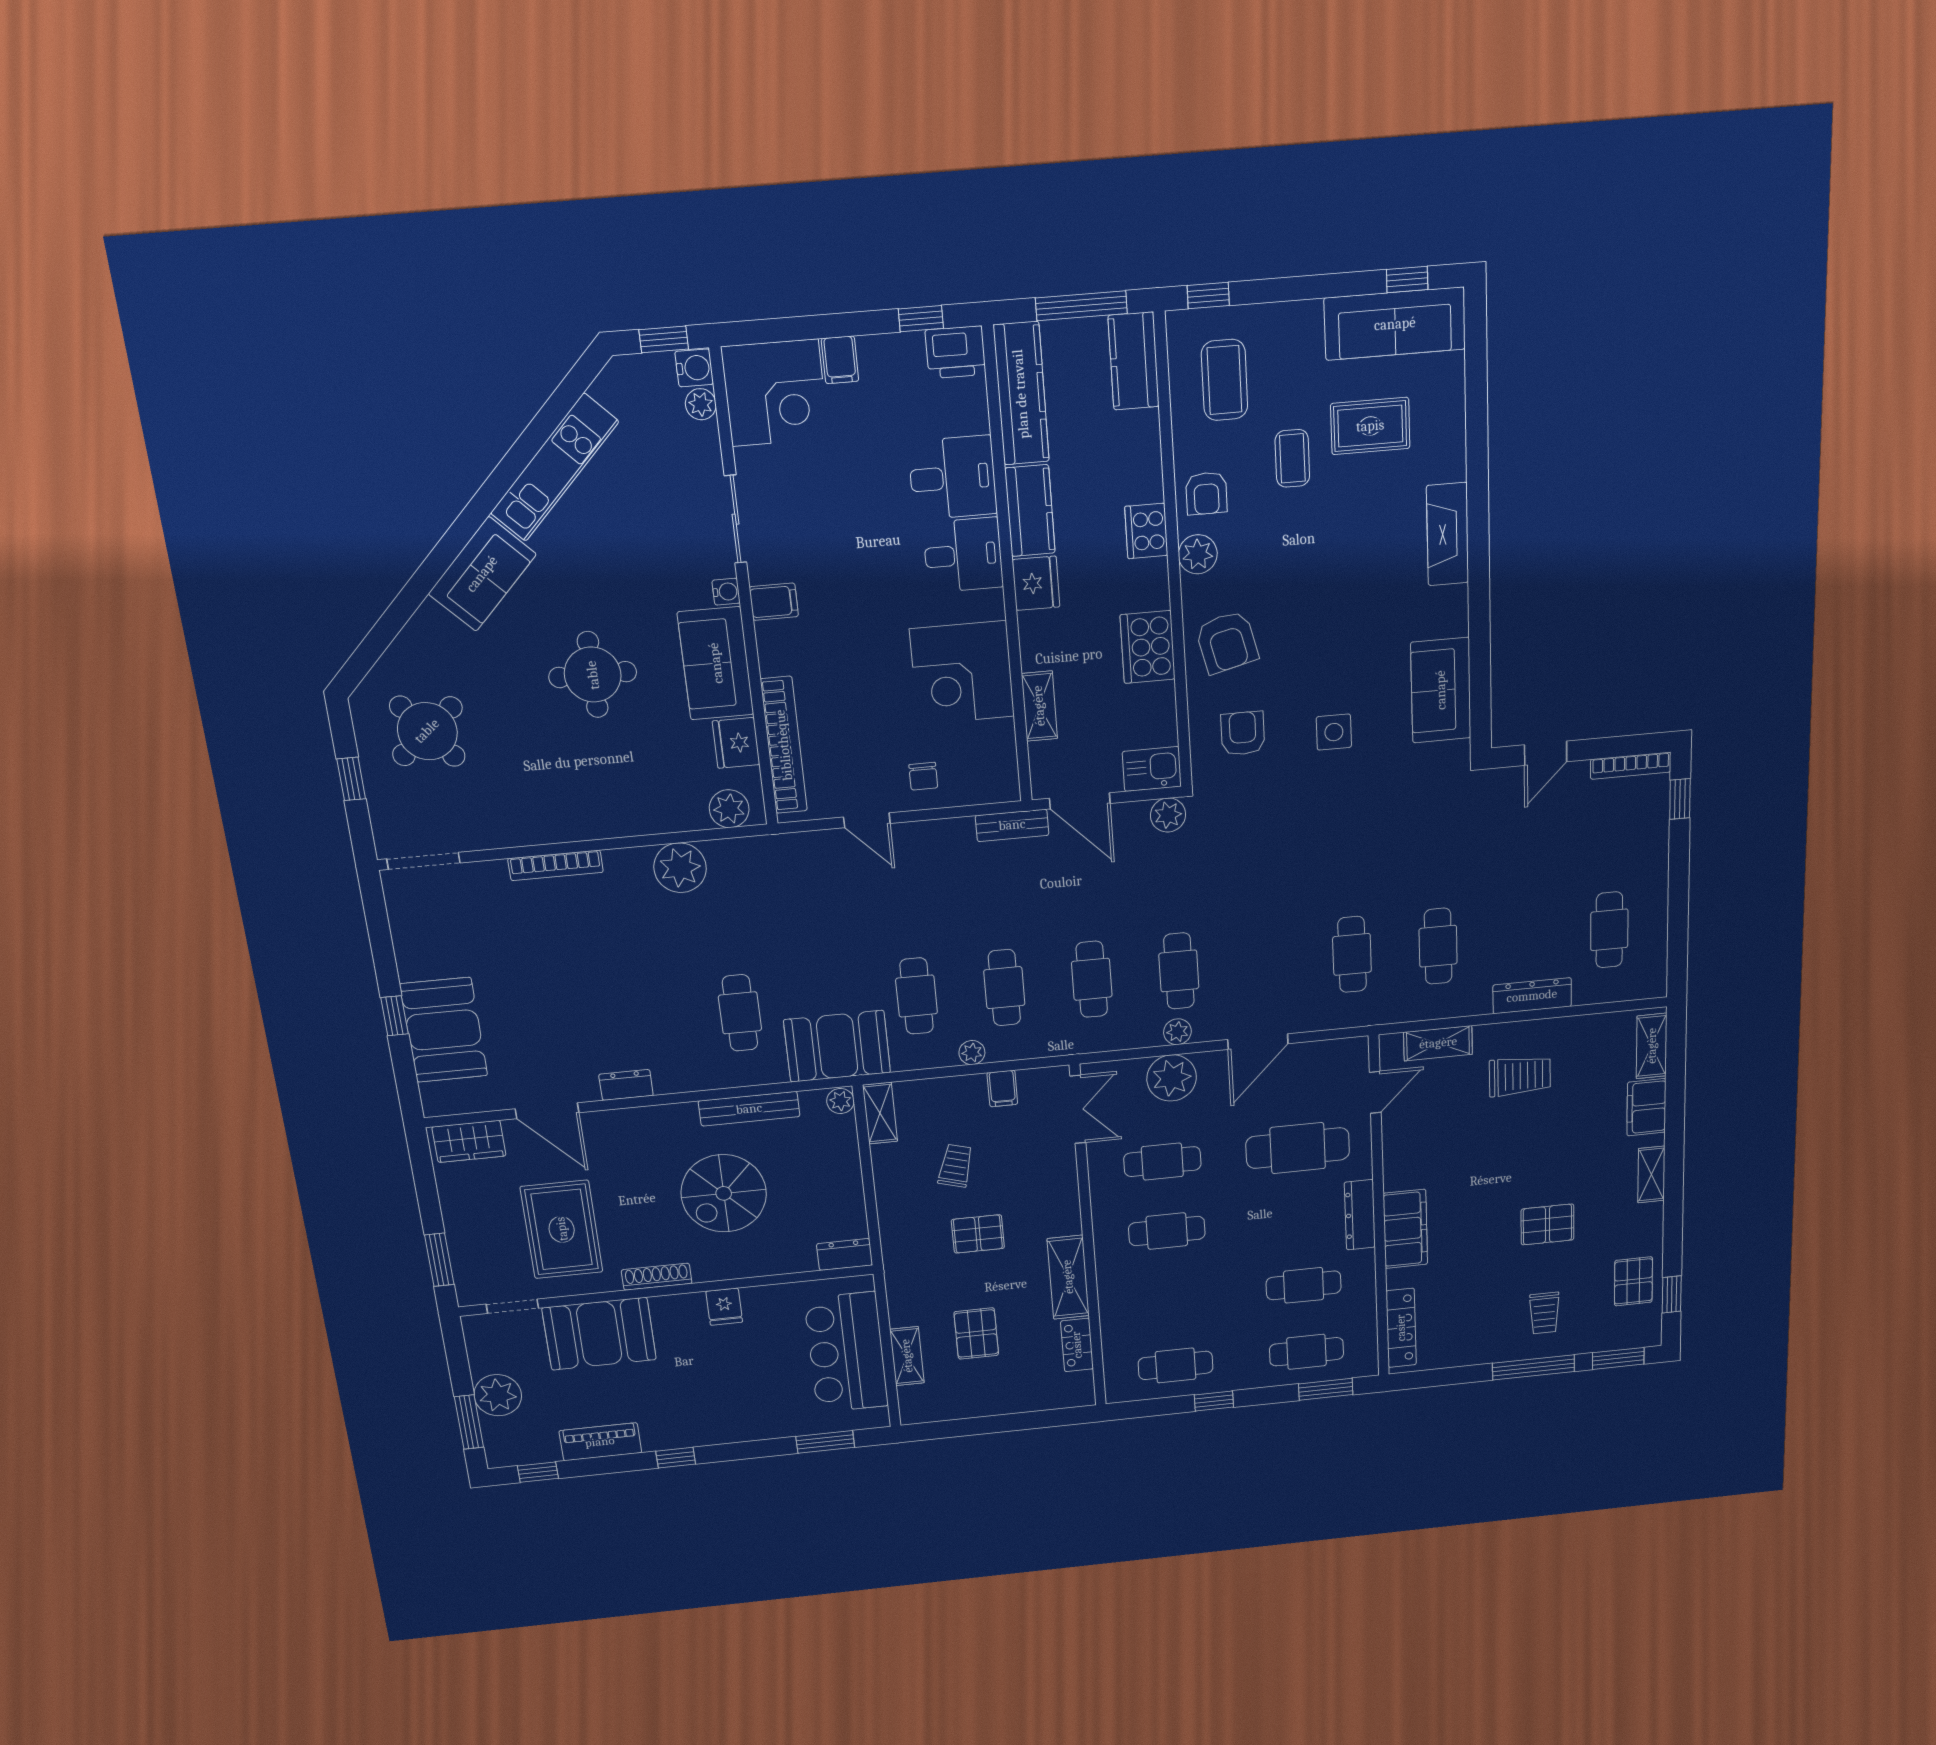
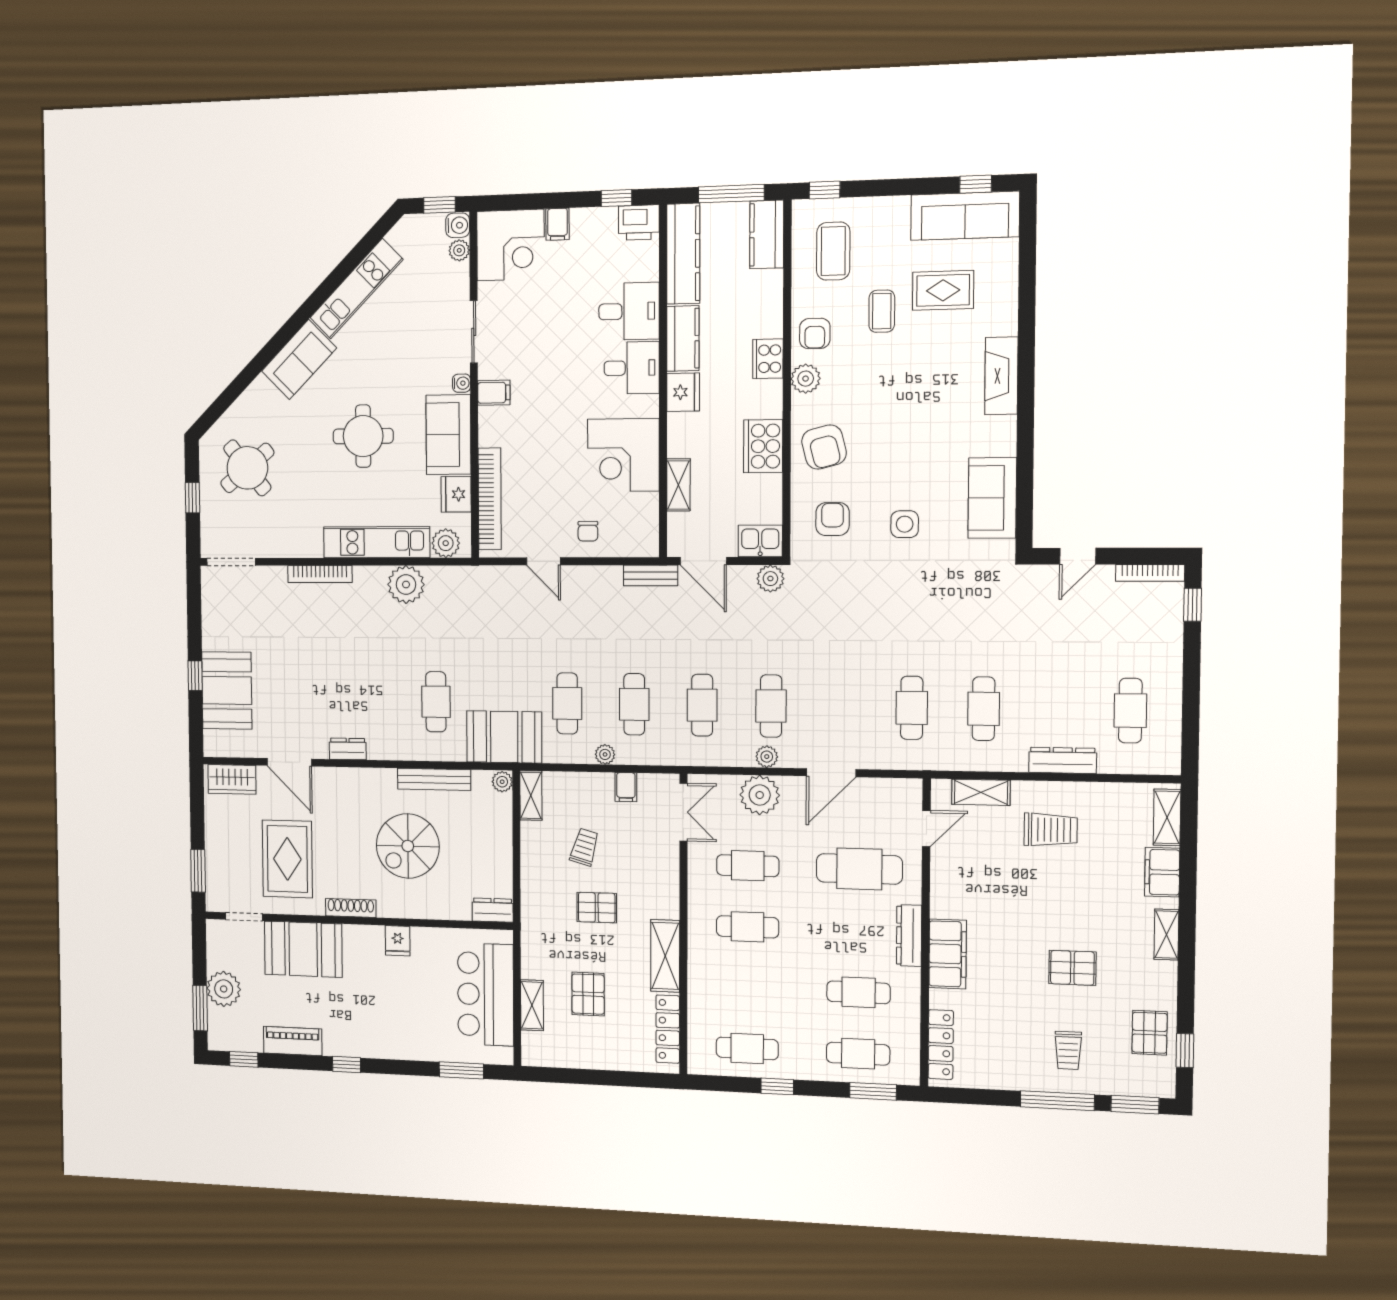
kitchen unit: (631, 816) -> (377, 542), added
locker: (1077, 1345) -> (668, 1029), width x1.53

